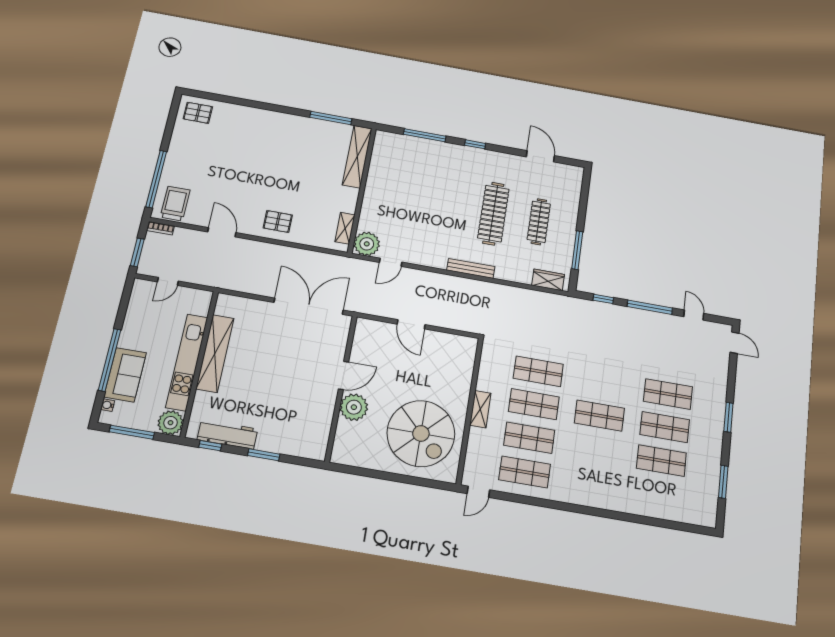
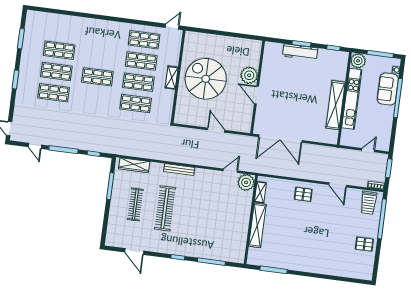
pallet: (198, 113) -> (364, 244), moved
shelving: (357, 157) -> (257, 225), moved
wardrobe: (548, 280) -> (134, 165), width x1.50
door: (344, 375) -> (256, 95), hinge flipped
spiral stairs: (421, 433) -> (206, 79), moved
workbench: (227, 434) -> (300, 52), moved

